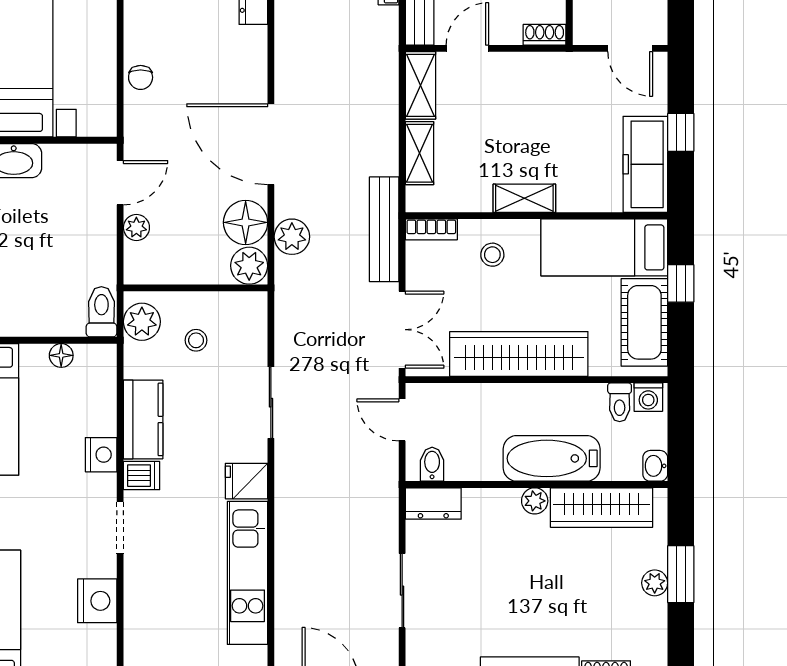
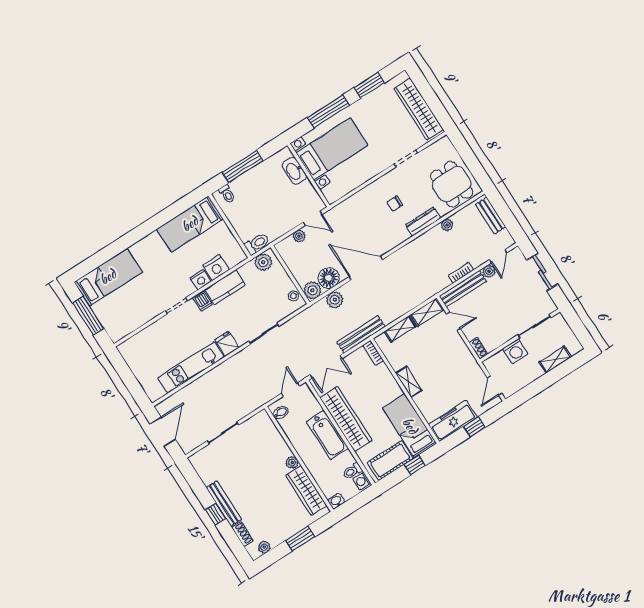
chair: (141, 77) -> (395, 203), moved
door: (271, 144) -> (366, 268), hinge flipped
stool: (492, 255) -> (378, 383), removed
stool: (196, 340) -> (293, 296), moved
floor lamp: (61, 355) -> (229, 239), removed
bathtub: (552, 458) -> (327, 435), moved, turned 180
dresser: (433, 504) -> (265, 423), removed
plant: (655, 583) -> (264, 547), moved
nightstand: (97, 601) -> (216, 268), moved

